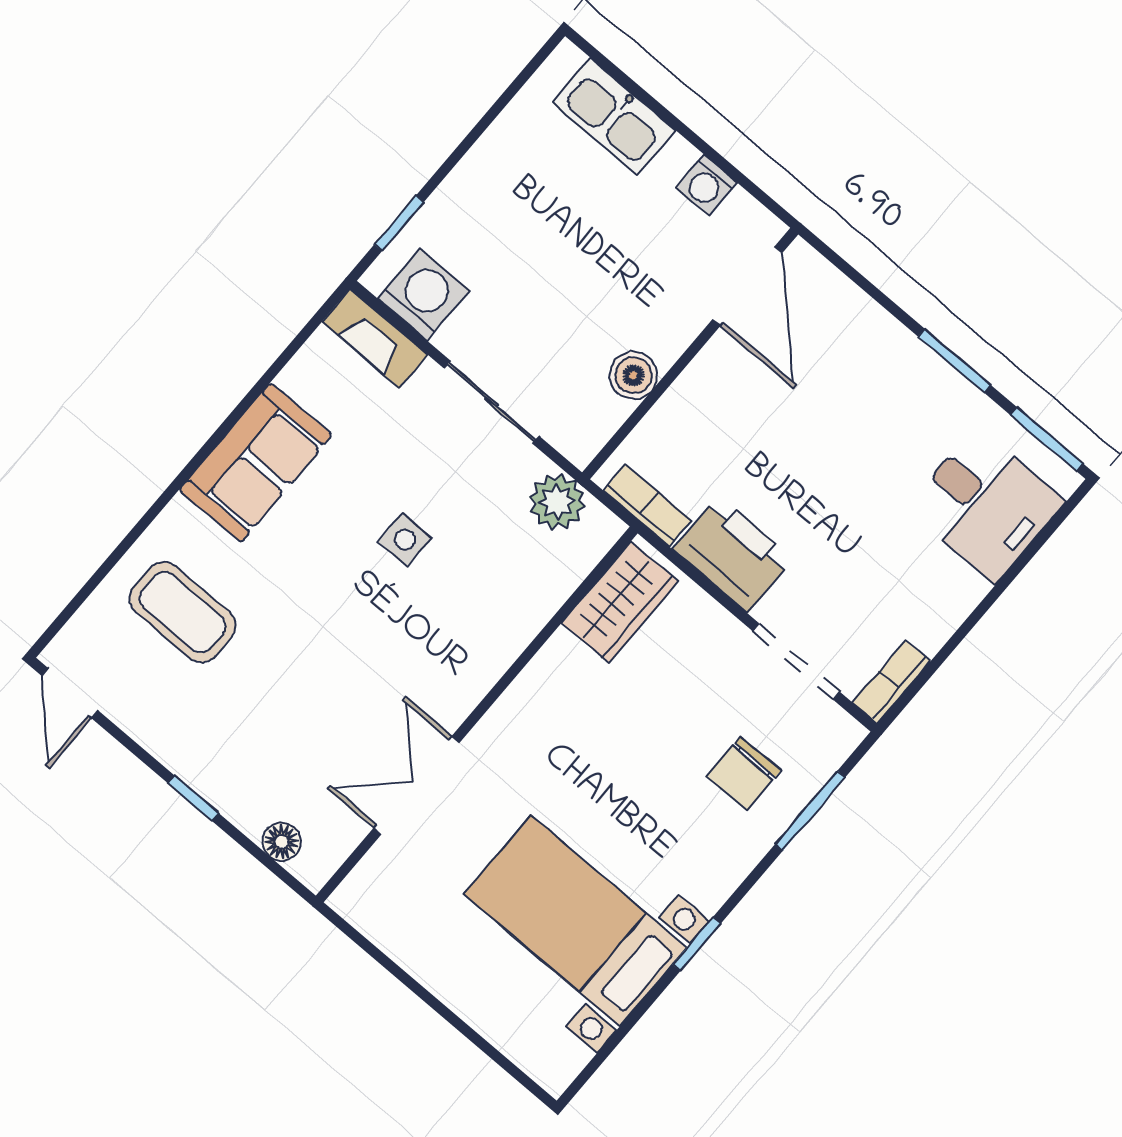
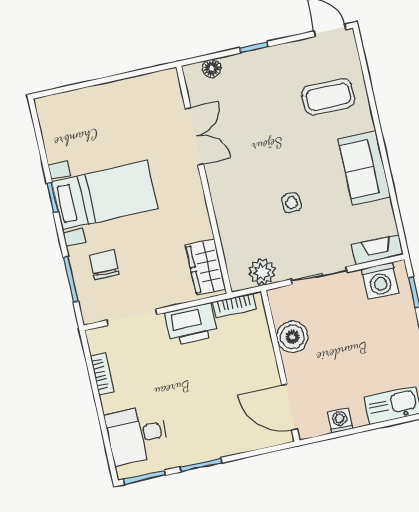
boiler: (633, 375) -> (292, 337), width x1.36, depth x1.36
bookcase: (891, 682) -> (102, 374), moved
bed with nightstands: (575, 921) -> (105, 195), moved

